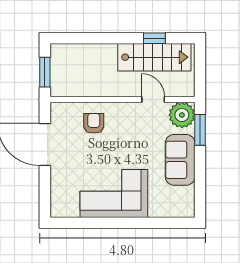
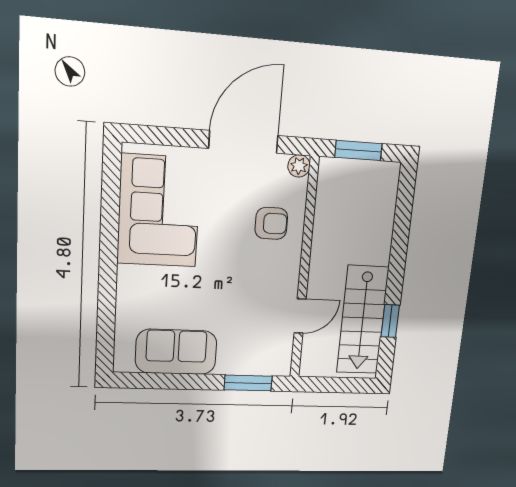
plant: (182, 115) -> (299, 166), moved, width x0.53, depth x0.53
sofa: (180, 160) -> (176, 352), moved
corner sofa: (114, 193) -> (159, 211), moved

